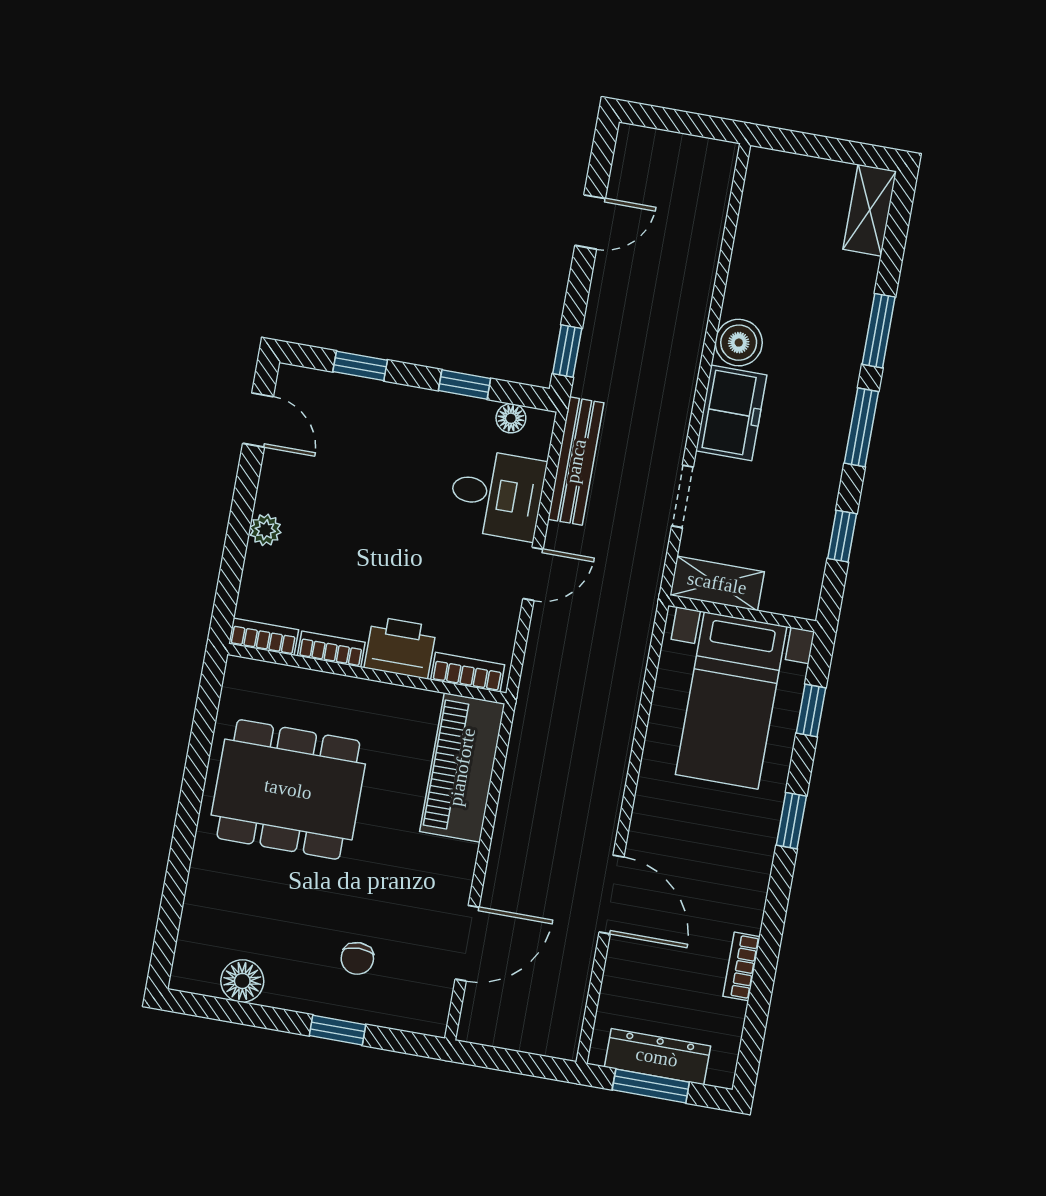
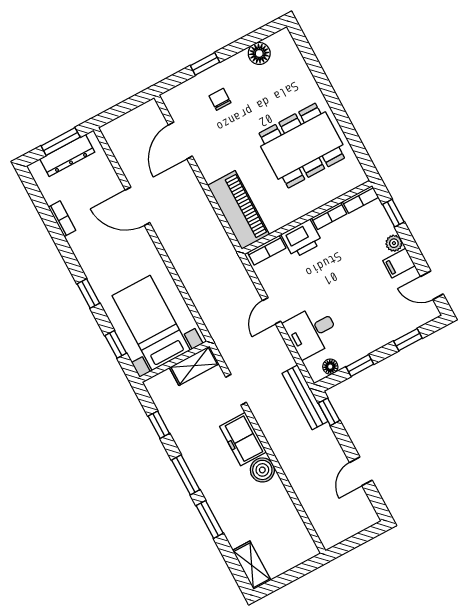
bench: (576, 461) -> (305, 397), moved
filing cabinet: (282, 494) -> (399, 263), added
window: (230, 576) -> (393, 213), added

